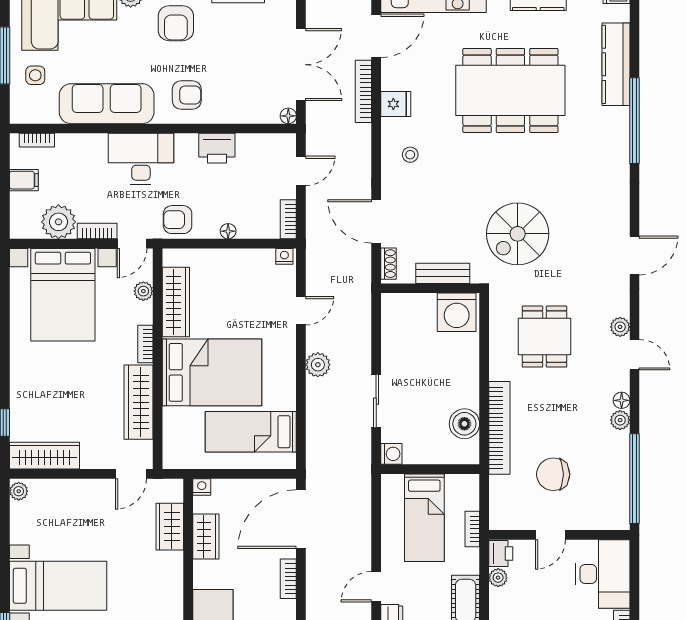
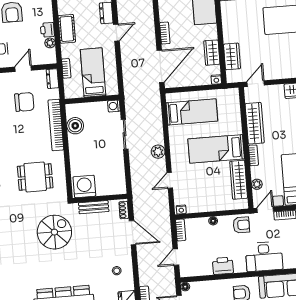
dining table: (545, 337) -> (35, 177), turned 90
bed: (212, 372) -> (216, 149), width x0.67
dresser: (499, 513) -> (52, 79), added
printer: (501, 553) -> (47, 30), moved

